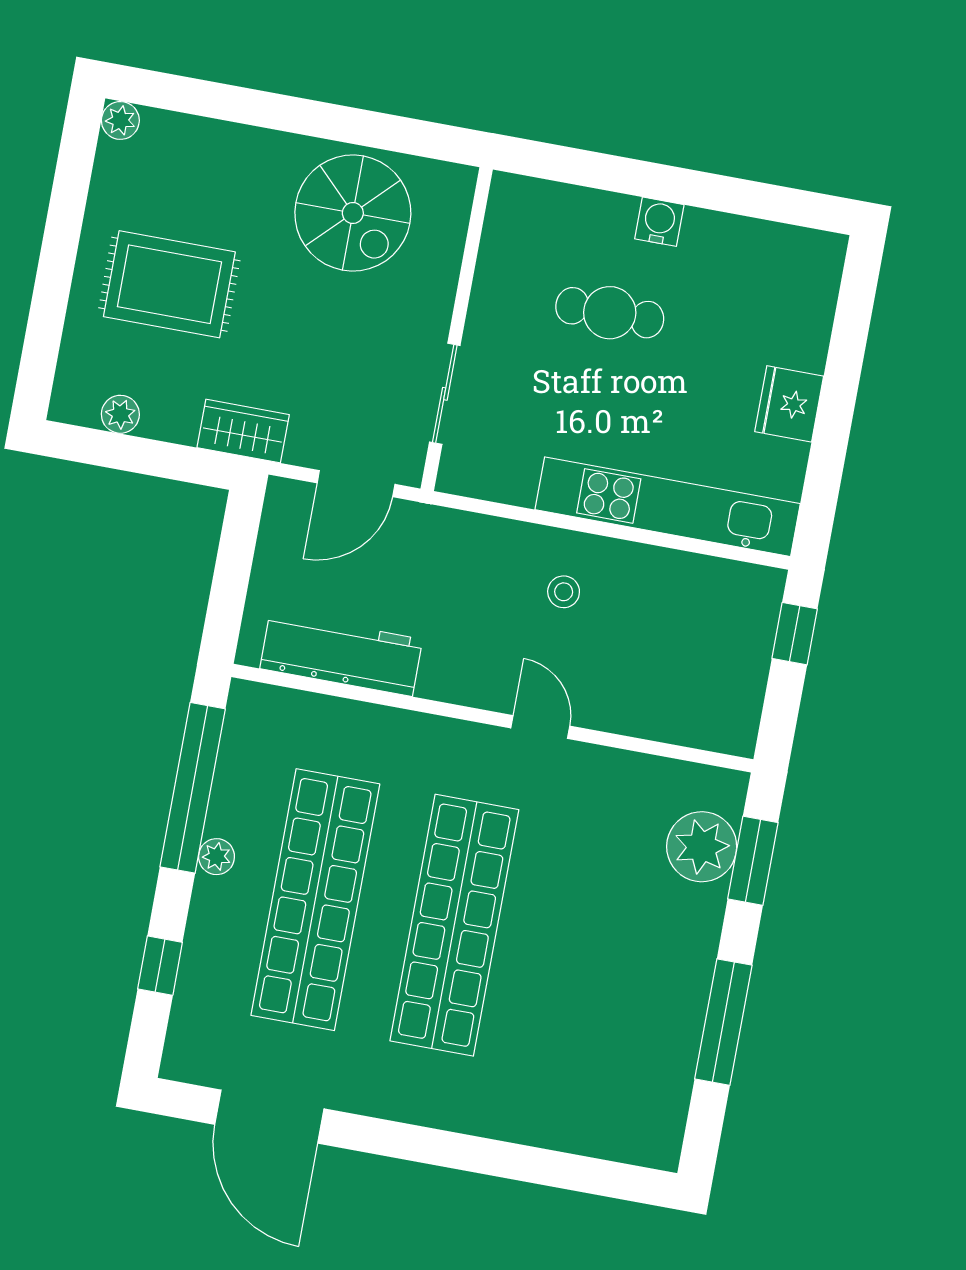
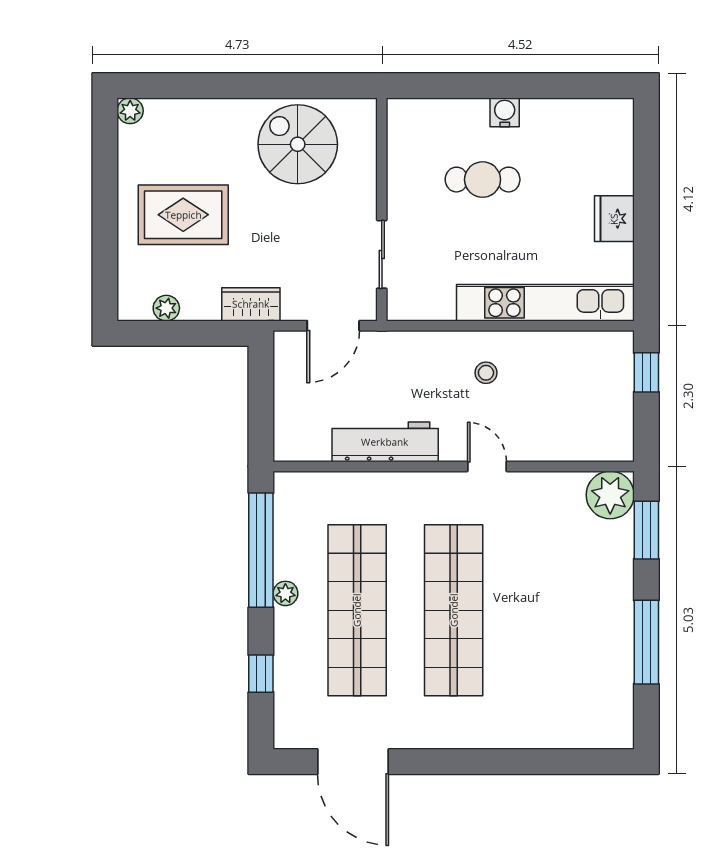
spiral stairs: (353, 213) -> (298, 144), turned 180
workbench: (341, 654) -> (385, 442), moved
plant: (702, 847) -> (610, 495), moved

